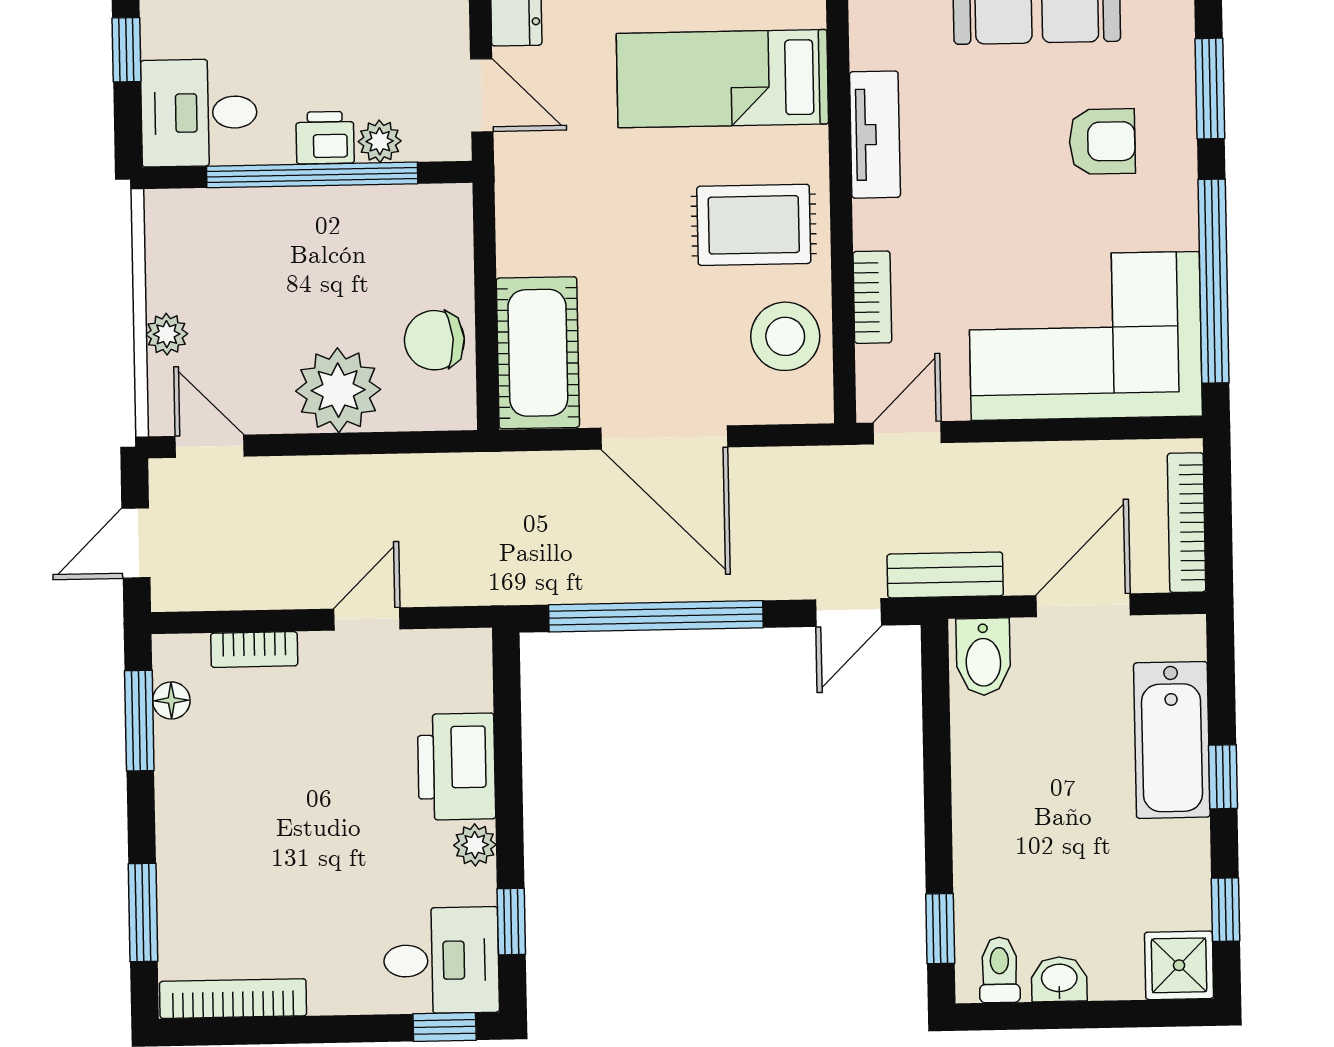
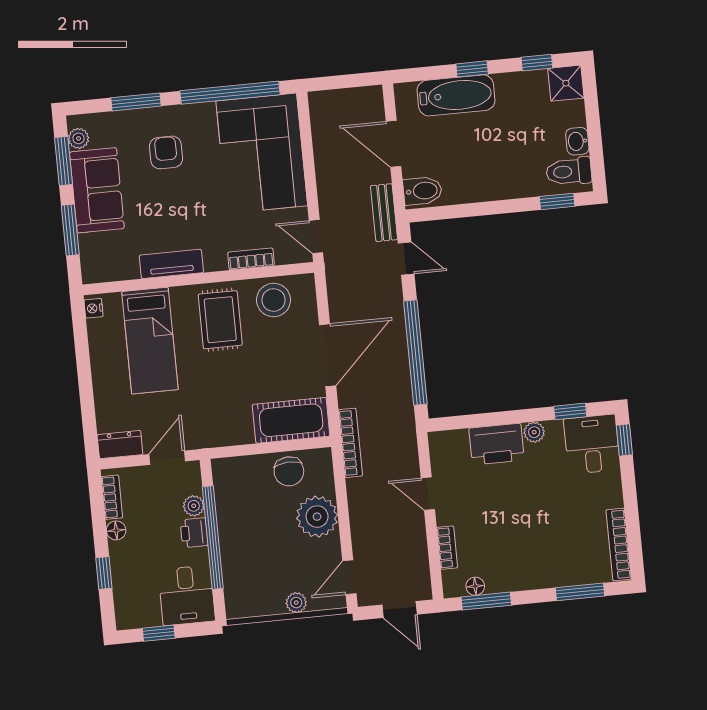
bookcase: (1187, 523) -> (350, 443), moved, turned -90
toilet: (1000, 970) -> (569, 171), width x1.37, depth x1.39

